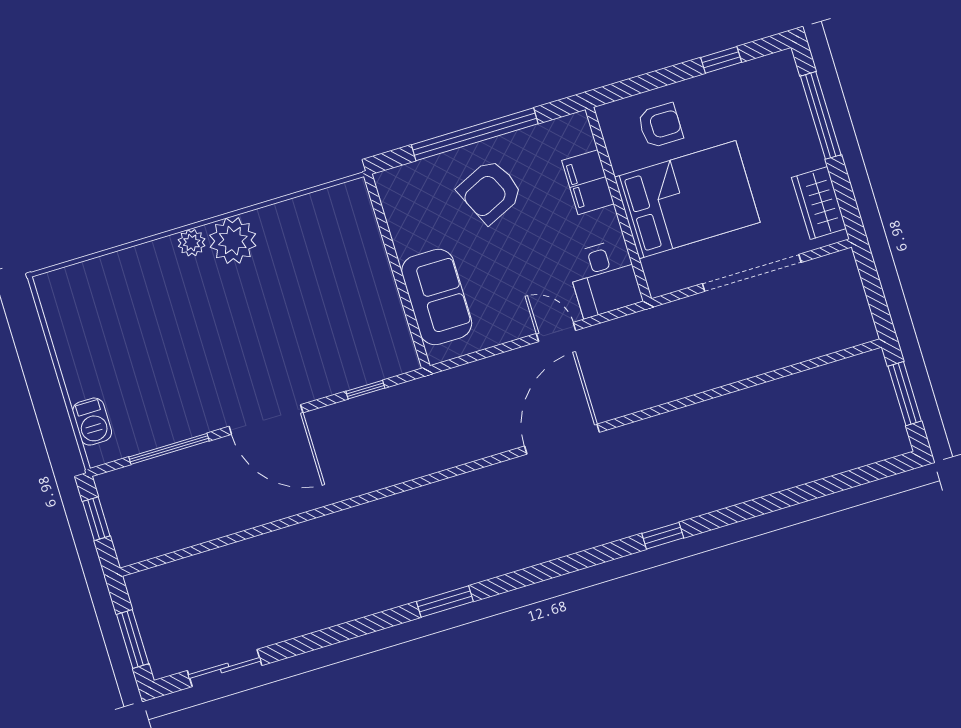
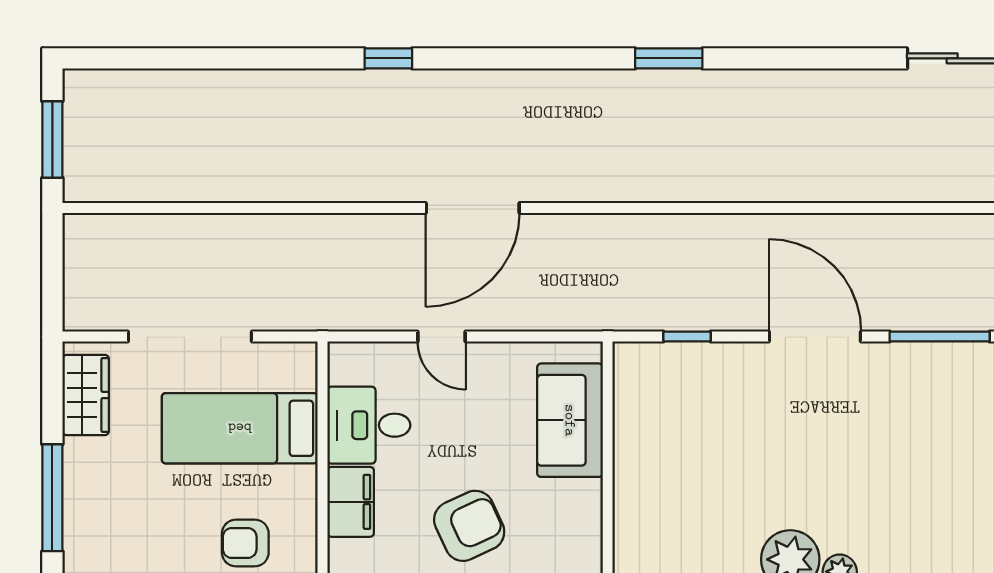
bed: (687, 200) -> (240, 428), width x0.67
desk: (604, 278) -> (369, 425), moved, turned -90

